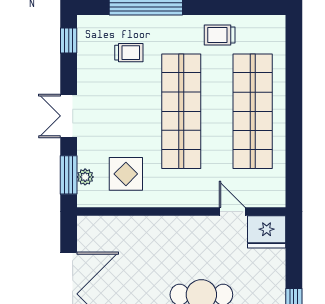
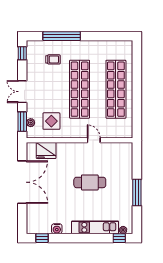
trolley: (220, 35) -> (99, 50), removed
door: (232, 212) -> (94, 140), moved
fridge: (267, 232) -> (46, 151), moved

